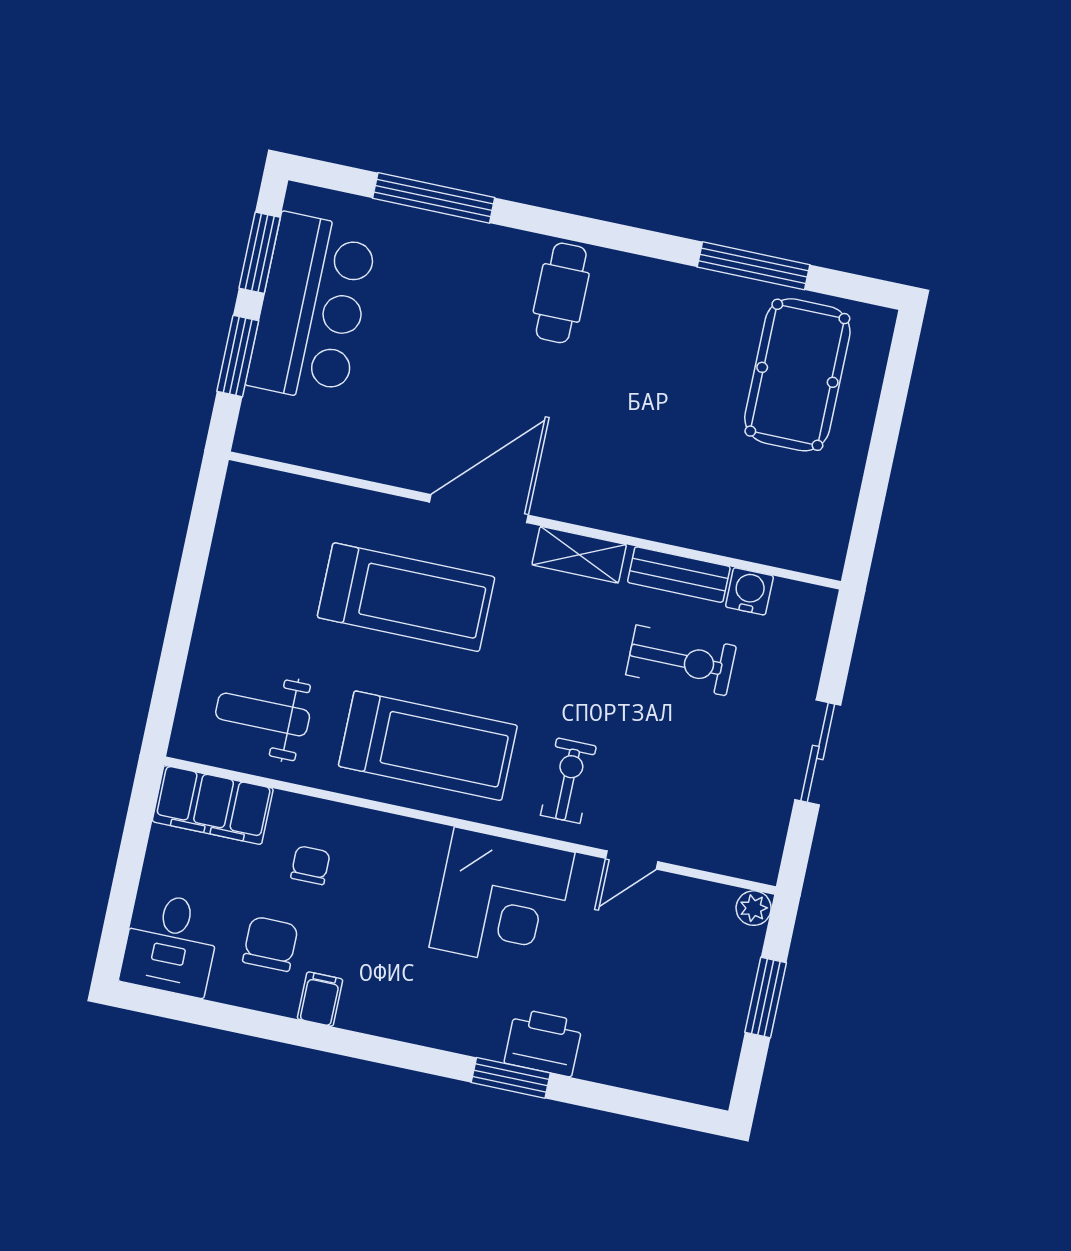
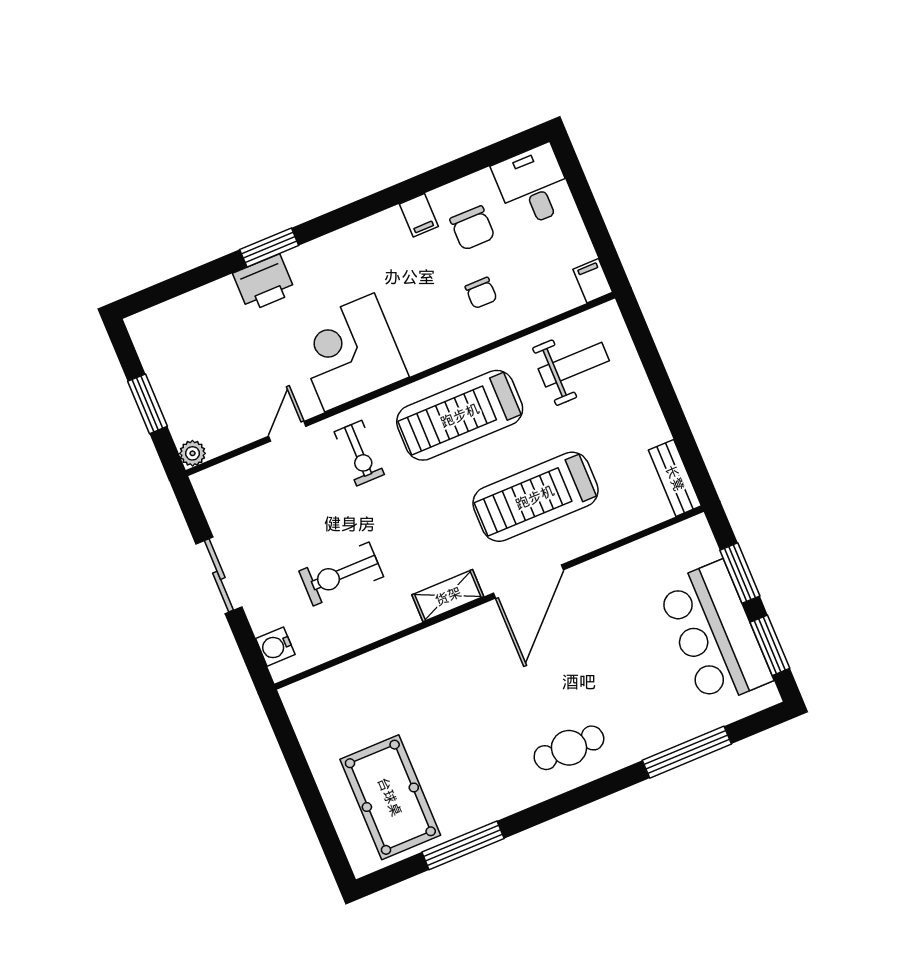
cafe table: (561, 293) -> (569, 748), turned 90
bench: (679, 575) -> (675, 478), moved, turned 90
water cooler: (749, 591) -> (275, 647), moved, turned 90
filing cabinet: (213, 805) -> (593, 281), width x0.33, depth x0.86

